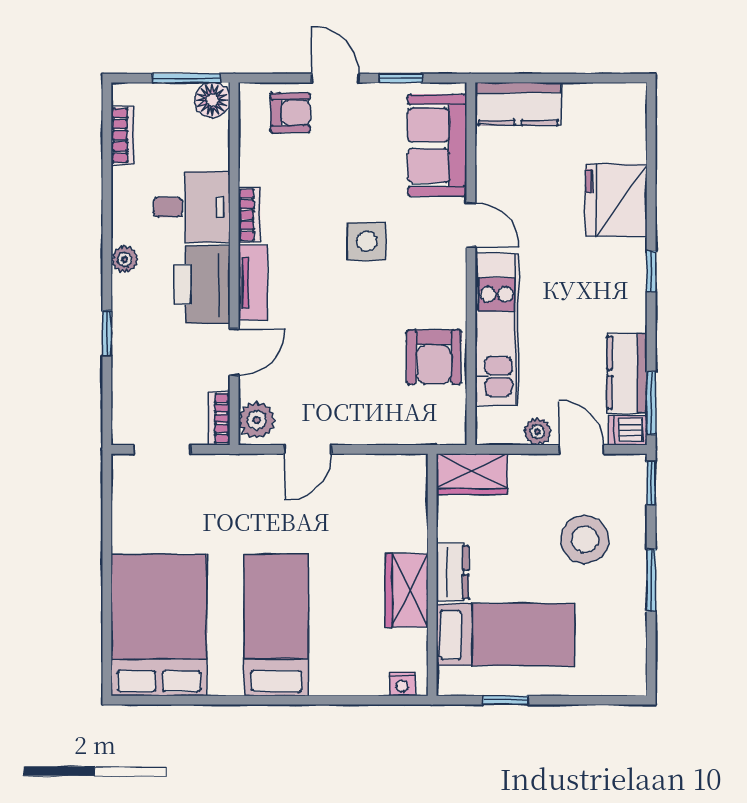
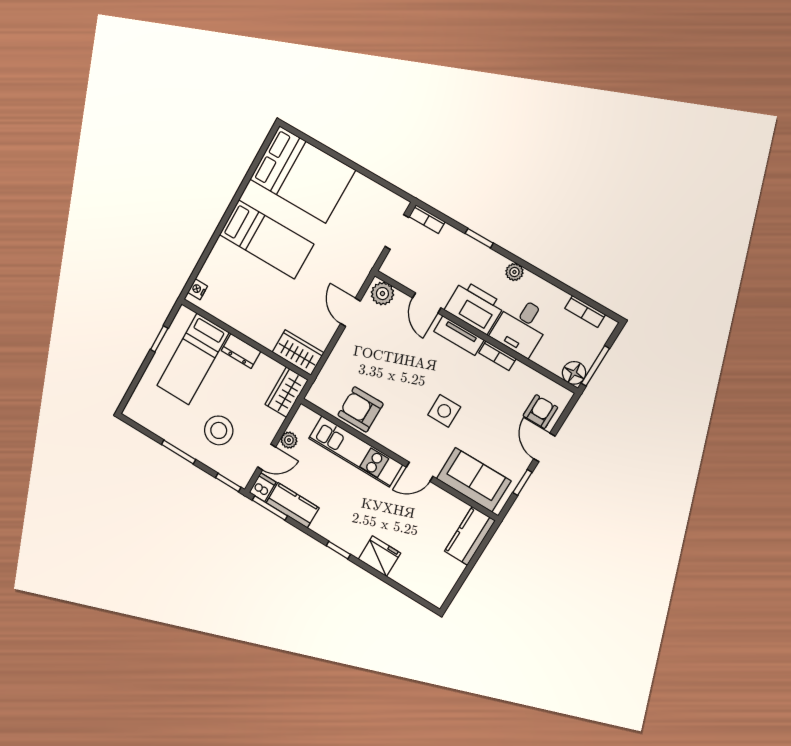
door: (335, 78) -> (544, 447), swing flipped
armchair: (290, 113) -> (540, 412), turned 180
fridge: (616, 200) -> (379, 556), width x0.73, depth x0.75
bookcase: (219, 418) -> (427, 219), moved, turned 180
wardrobe: (407, 590) -> (298, 352), moved

